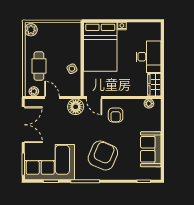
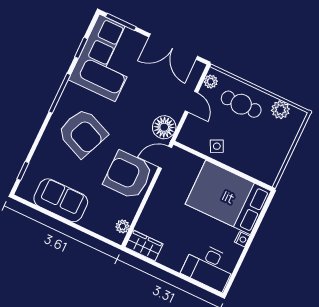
plant: (31, 30) -> (280, 110), moved
desk: (149, 57) -> (209, 267), moved
door: (52, 97) -> (191, 102), hinge flipped
armchair: (116, 115) -> (128, 175), width x1.88, depth x1.88

